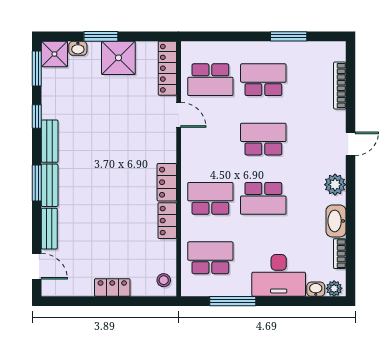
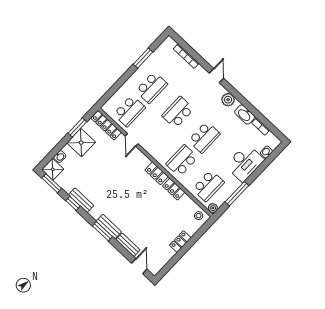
window: (101, 36) -> (77, 127), moved
school desk: (263, 80) -> (152, 88), turned 180
door: (179, 115) -> (132, 140), swing flipped
bench: (50, 141) -> (81, 200), moved
school desk: (210, 258) -> (208, 186), turned 180
door: (37, 266) -> (139, 266), hinge flipped
plant: (334, 288) -> (213, 208), moved

